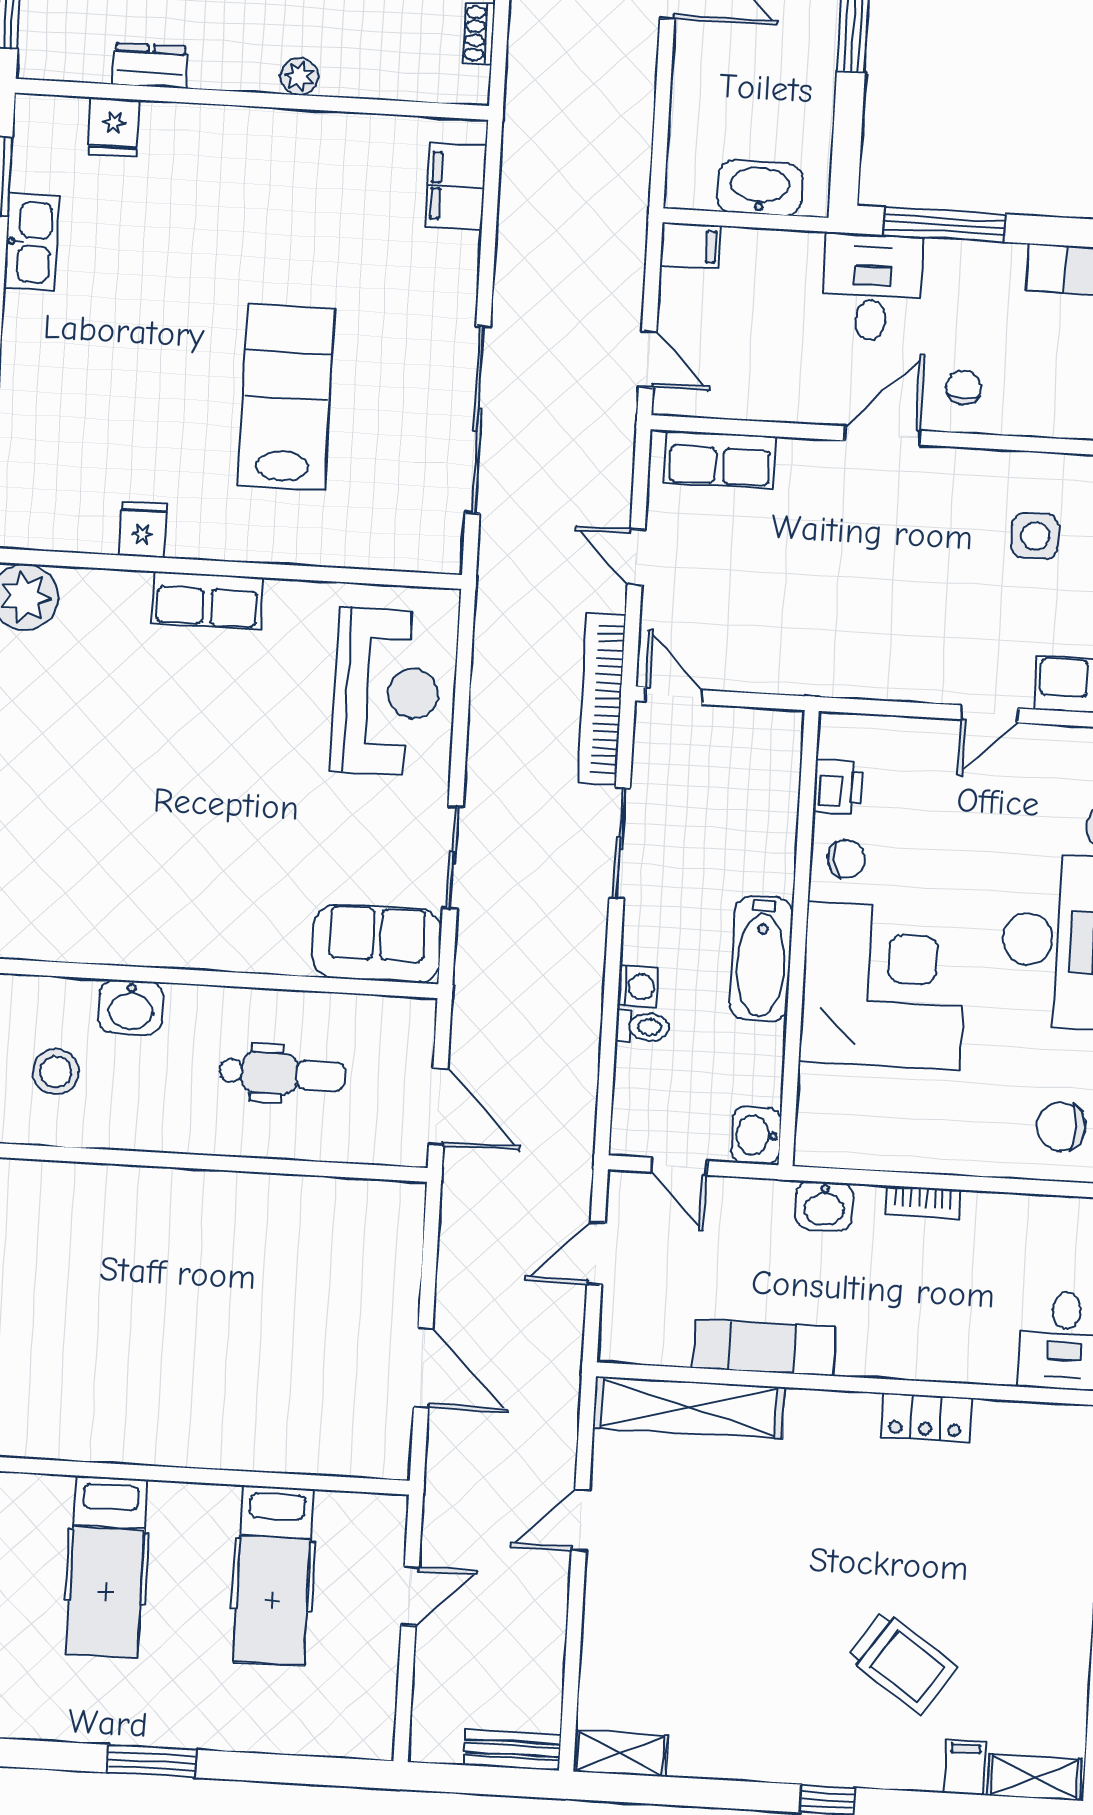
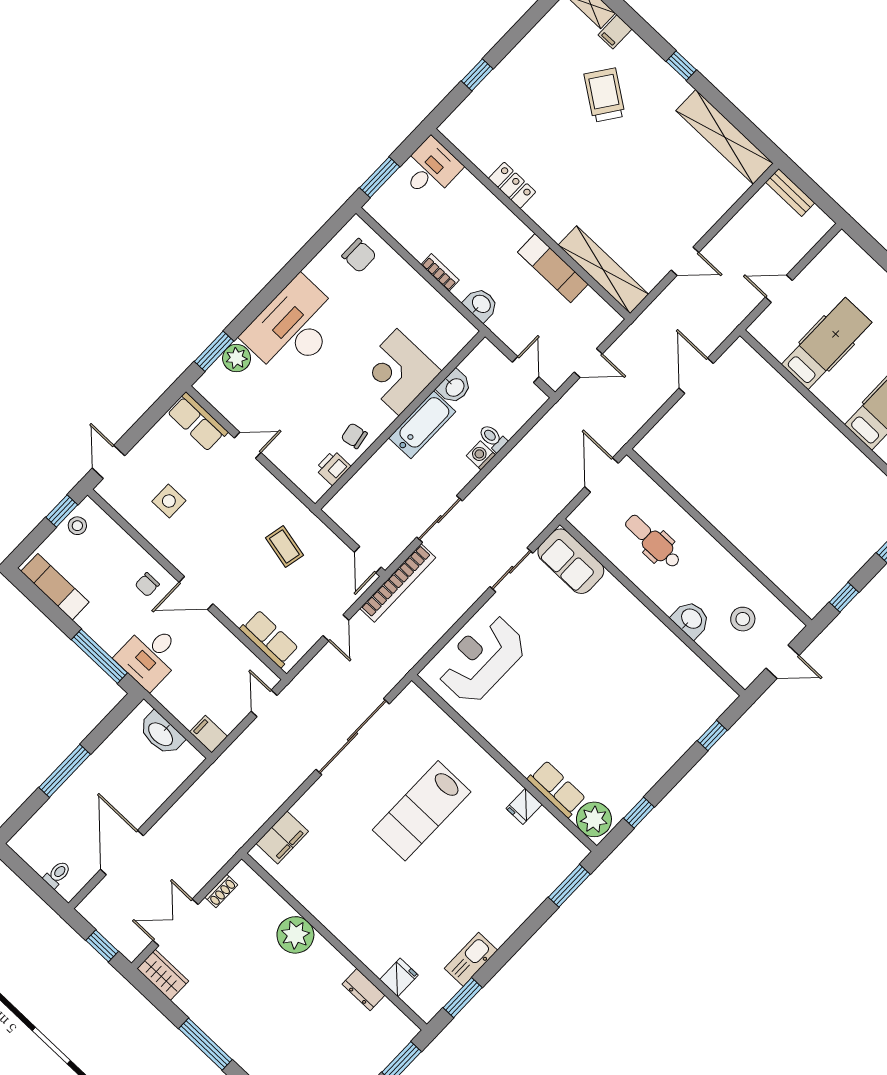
plant: (299, 76) -> (295, 935), width x1.88, depth x1.88
row of seats: (207, 600) -> (557, 789), moved
coffee table: (811, 612) -> (284, 546), added
corner desk: (884, 985) -> (398, 372), width x0.74, depth x0.74
washbasin: (756, 1135) -> (454, 387), moved
shelving: (620, 1753) -> (725, 137), width x2.20, depth x1.33

